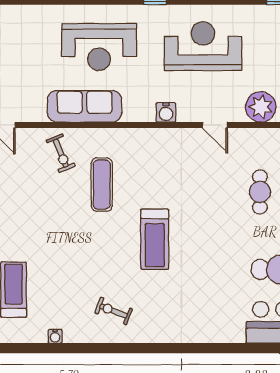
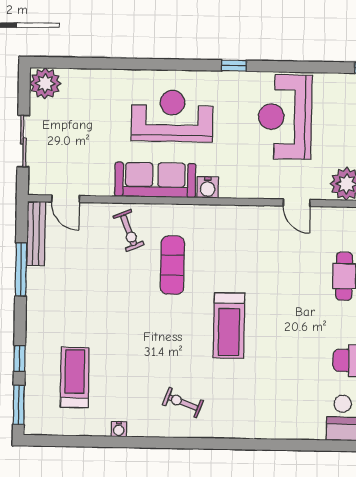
reception desk: (203, 46) -> (285, 117), turned -90
reception desk: (99, 47) -> (172, 116), turned 180
water cooler: (166, 112) -> (208, 187), moved

